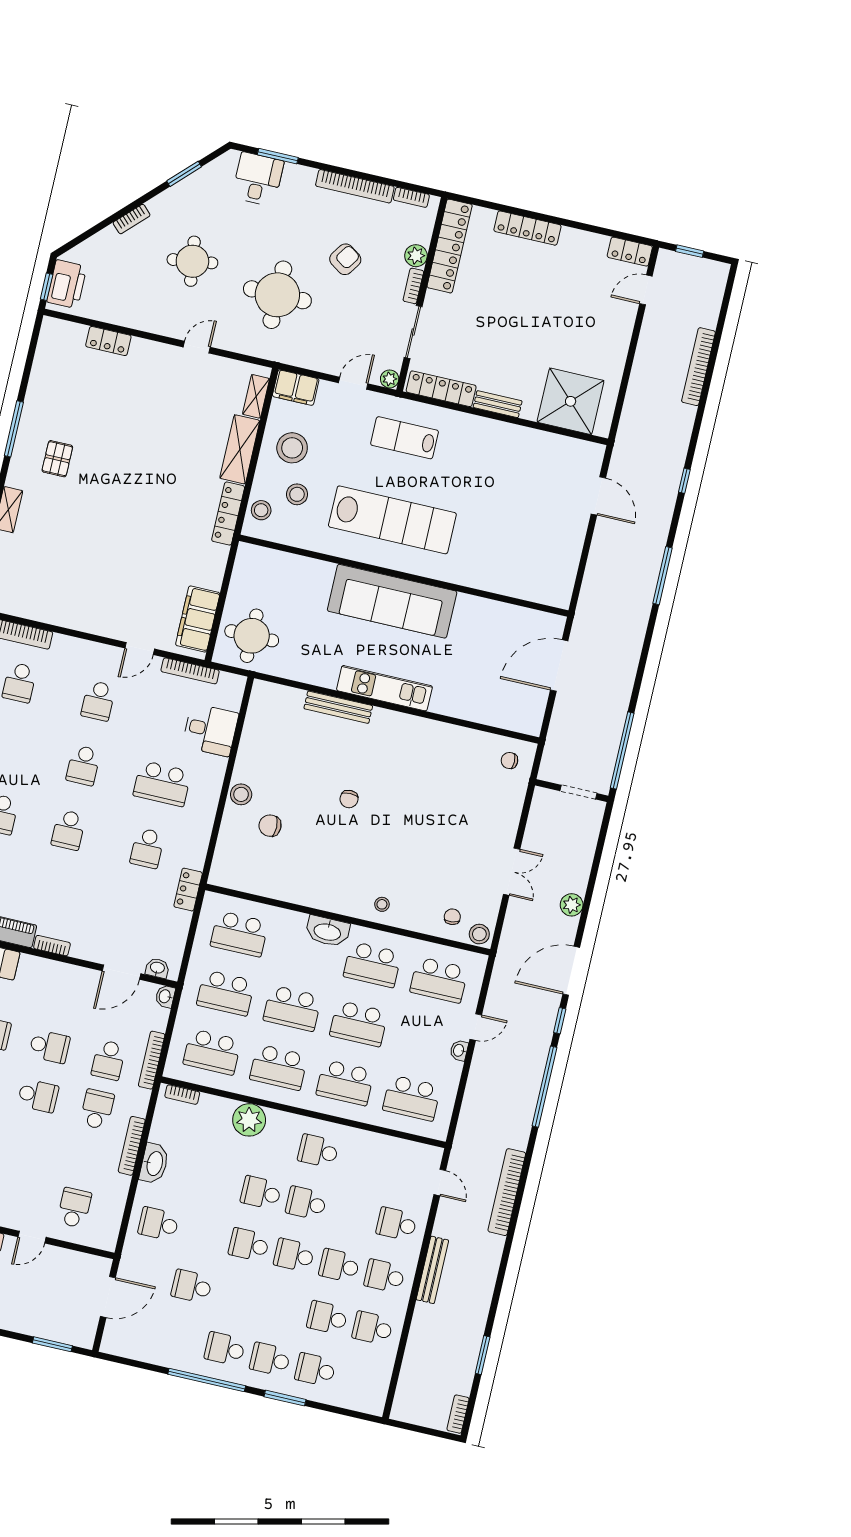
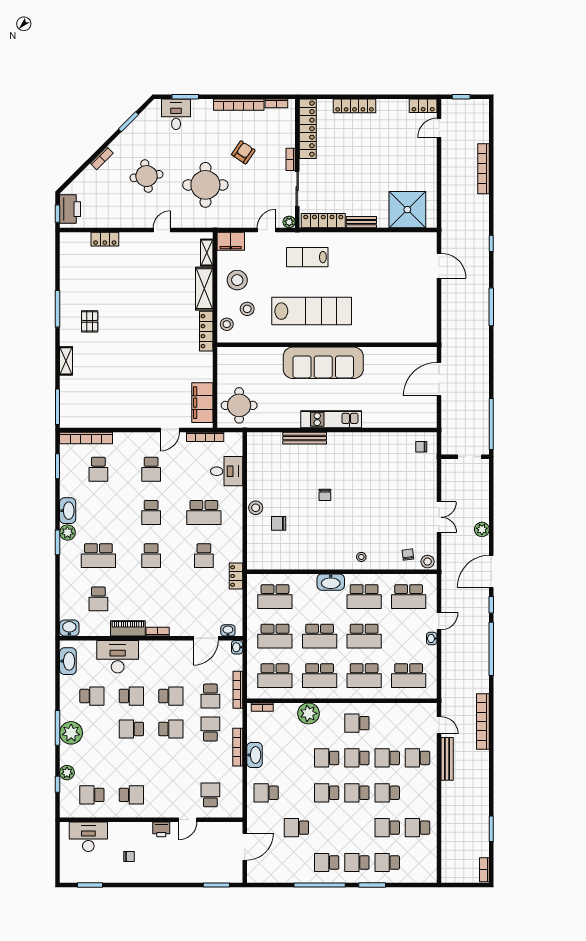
plant: (416, 256) -> (288, 140), removed
bench: (432, 1270) -> (447, 759), moved
school desk: (385, 1276) -> (387, 758), moved

